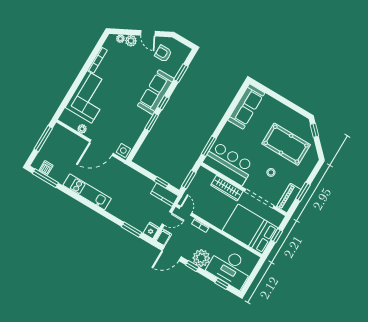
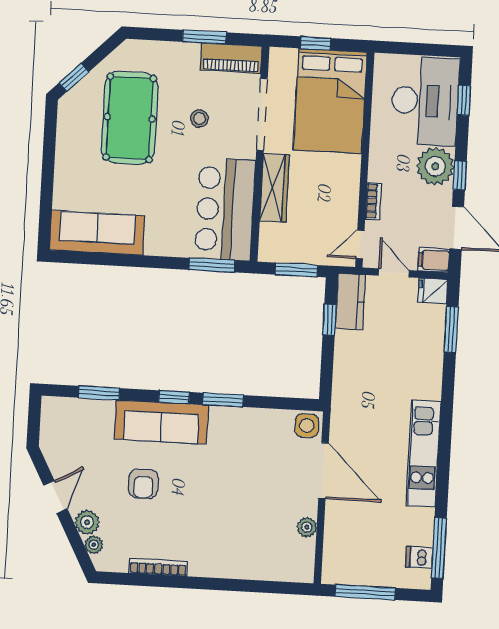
armchair: (163, 54) -> (143, 484), moved
corner sofa: (89, 97) -> (238, 545), removed

